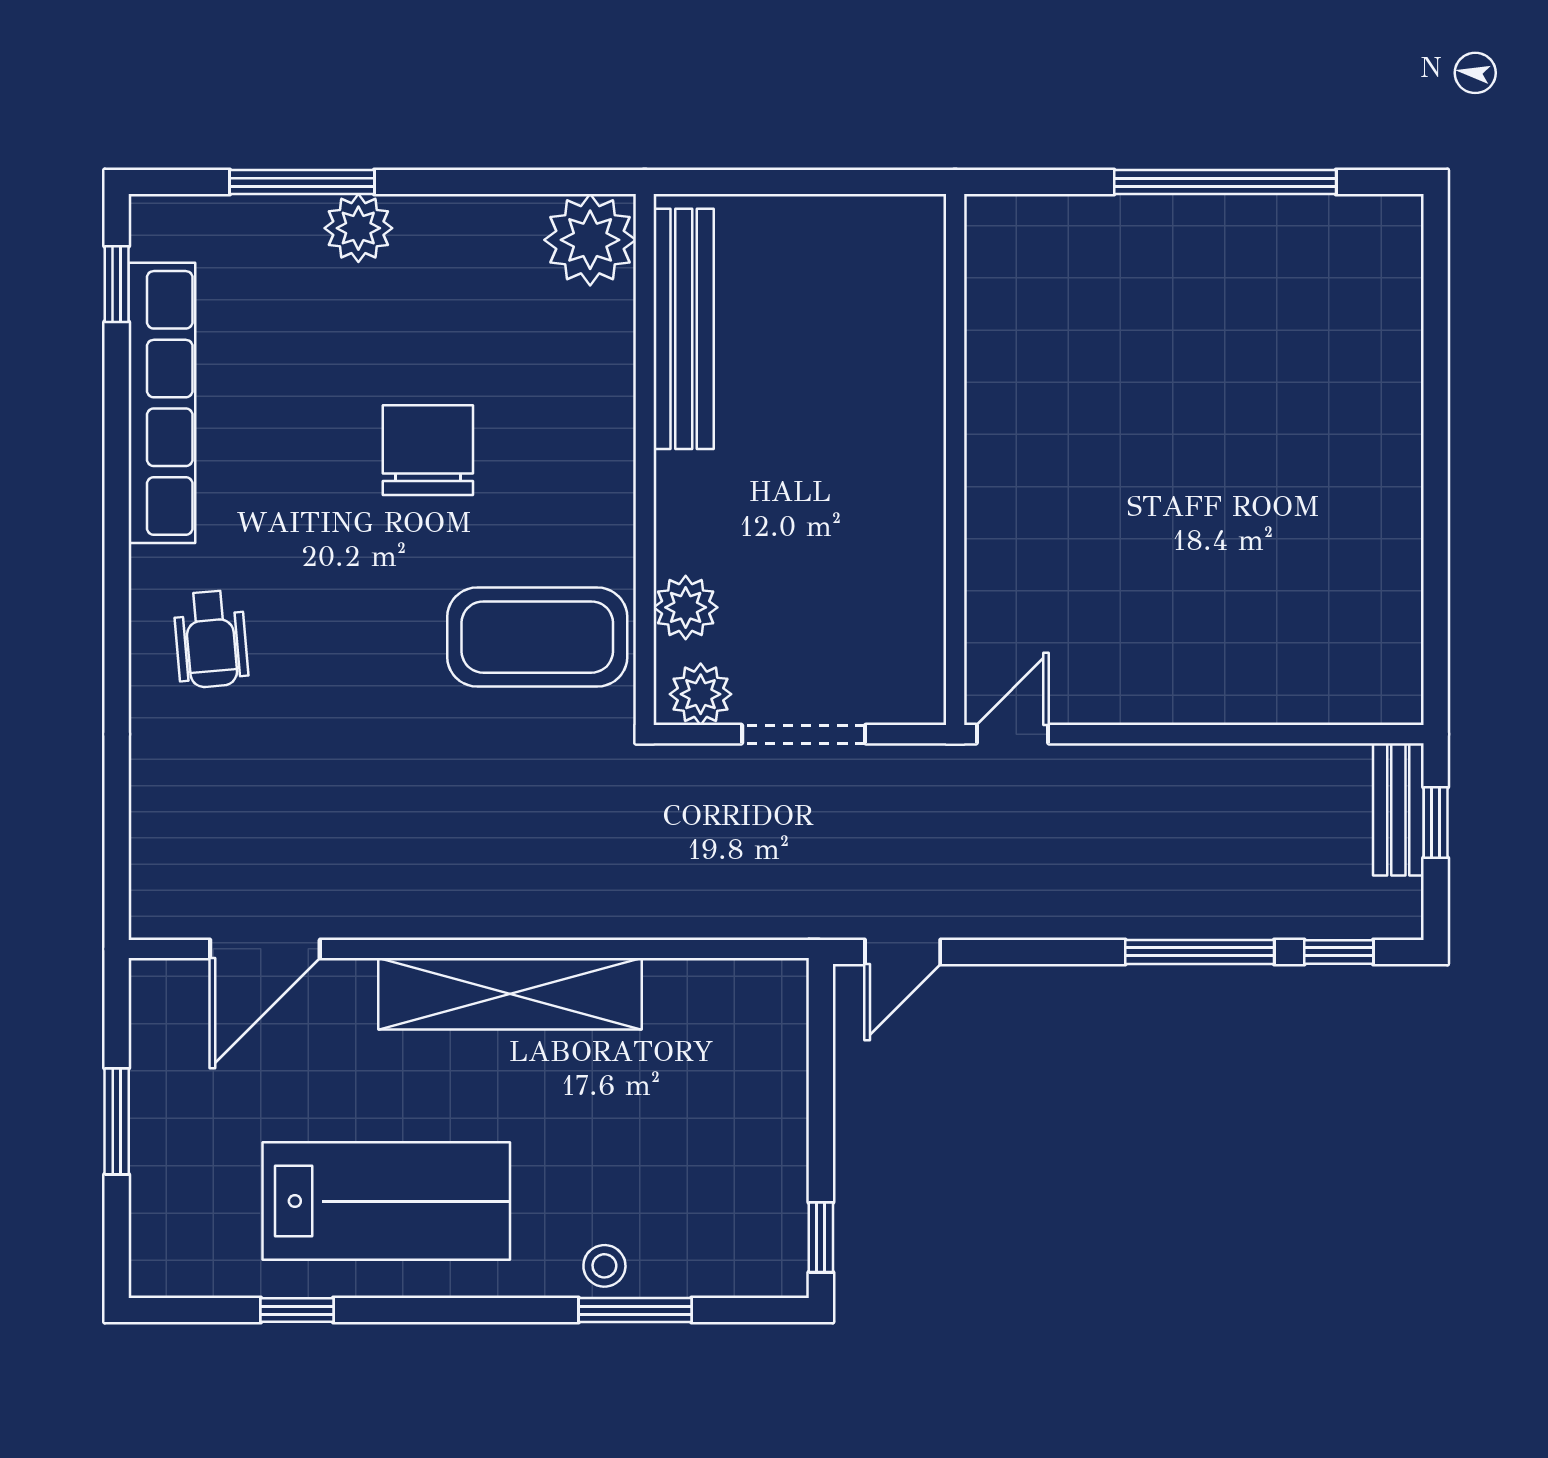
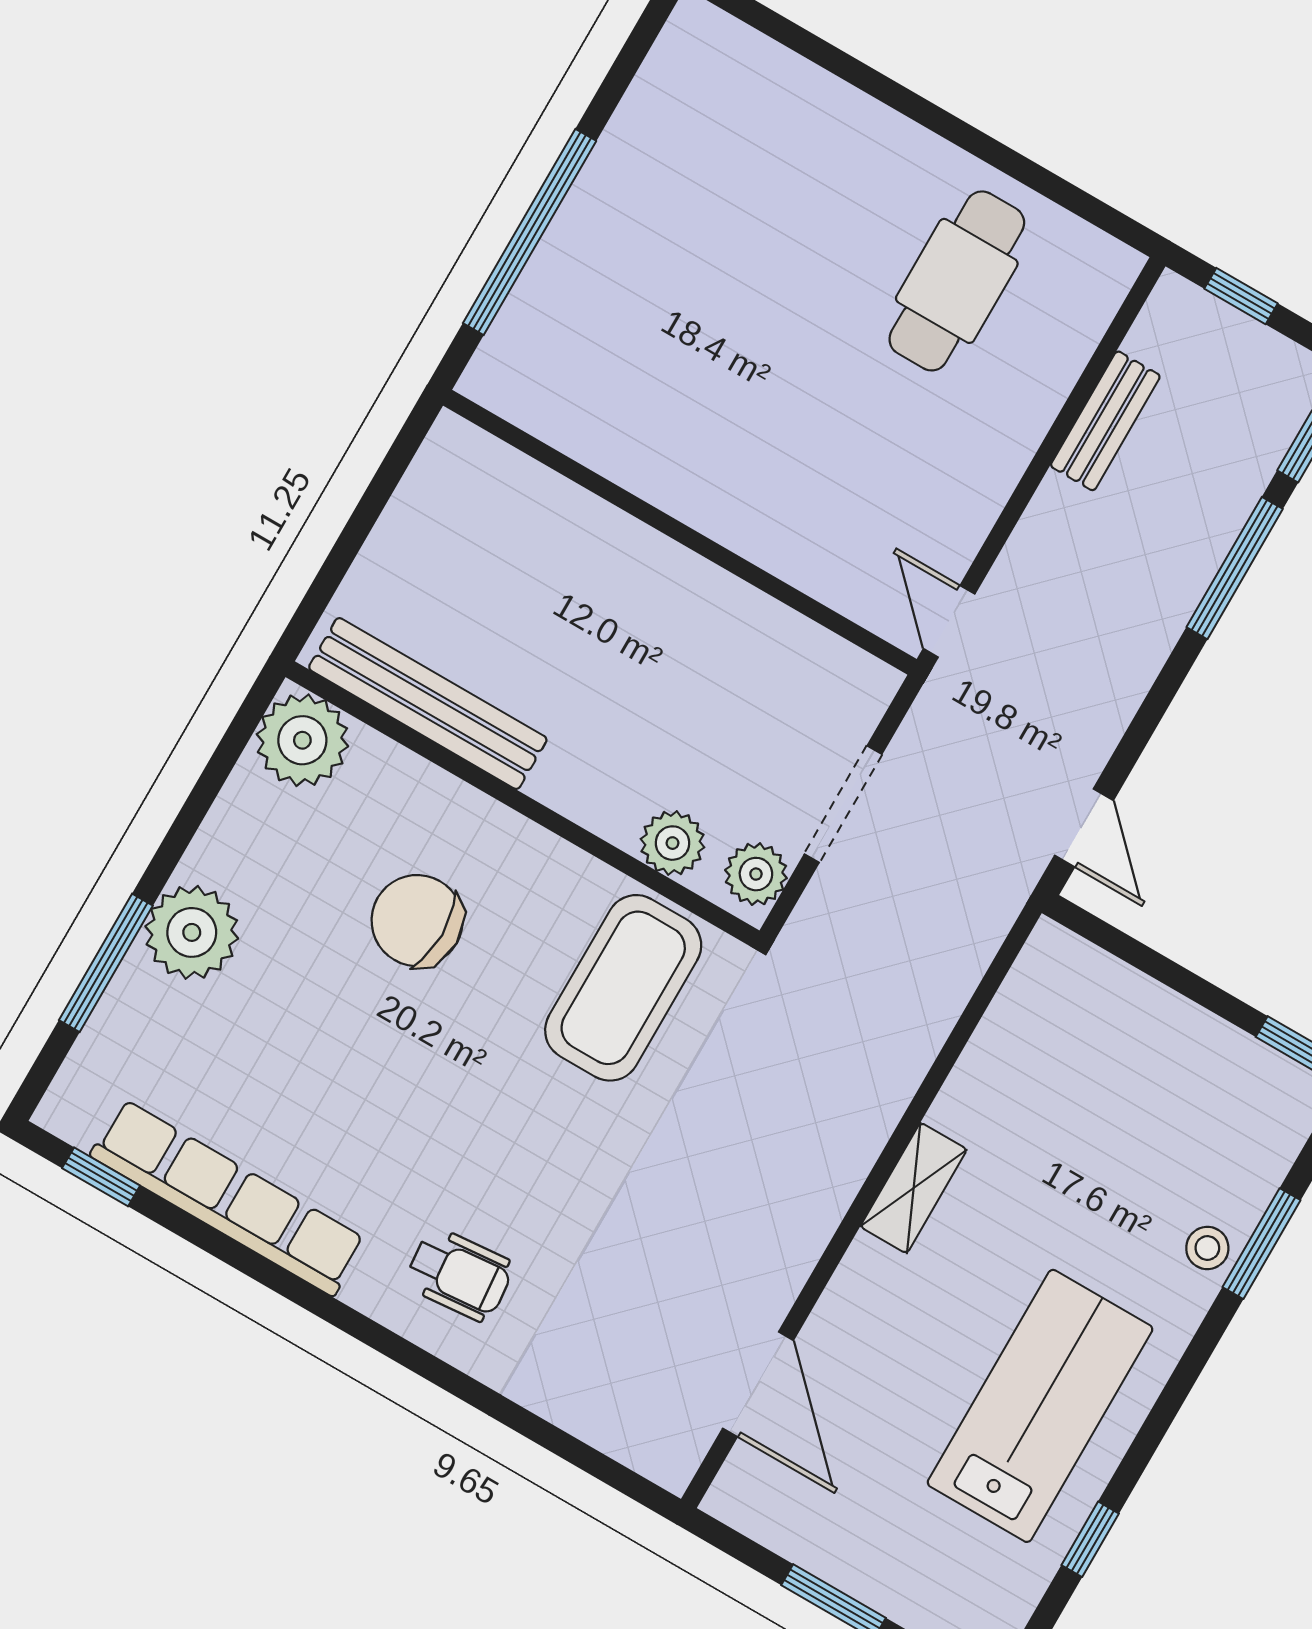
window: (1225, 182) -> (530, 232), moved
plant: (358, 228) -> (192, 932), width x1.36, depth x1.36
chair: (428, 450) -> (417, 921), moved
cafe table: (1308, 572) -> (957, 281), added
bench: (1398, 809) -> (1105, 421), moved, turned 90
shelving: (510, 994) -> (914, 1188), width x0.45, depth x0.75

